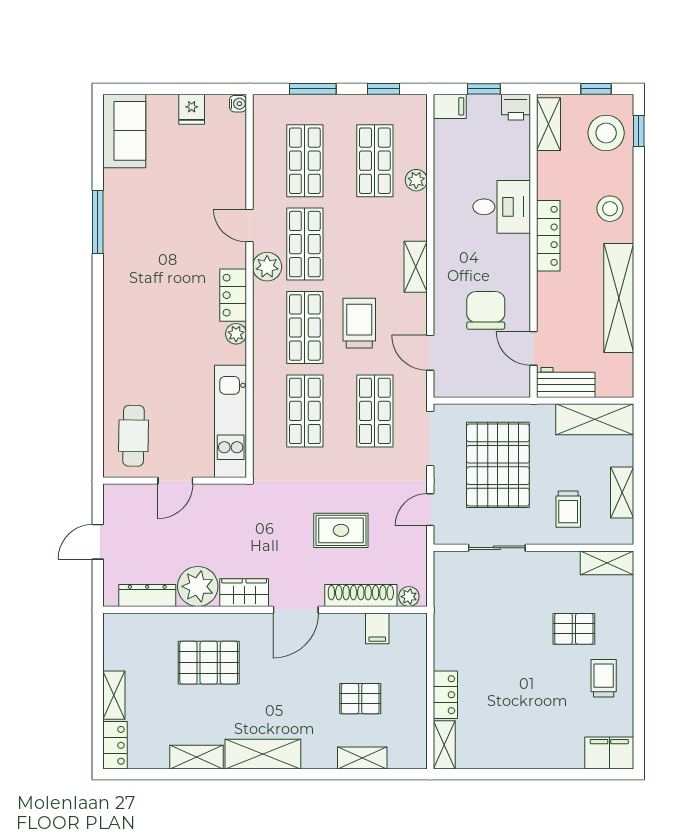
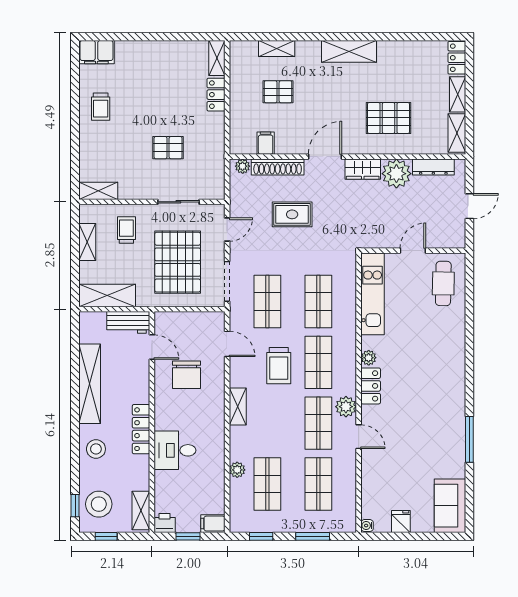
pallet: (574, 629) -> (168, 148), moved
shelving: (197, 757) -> (457, 133), moved, turned 90

